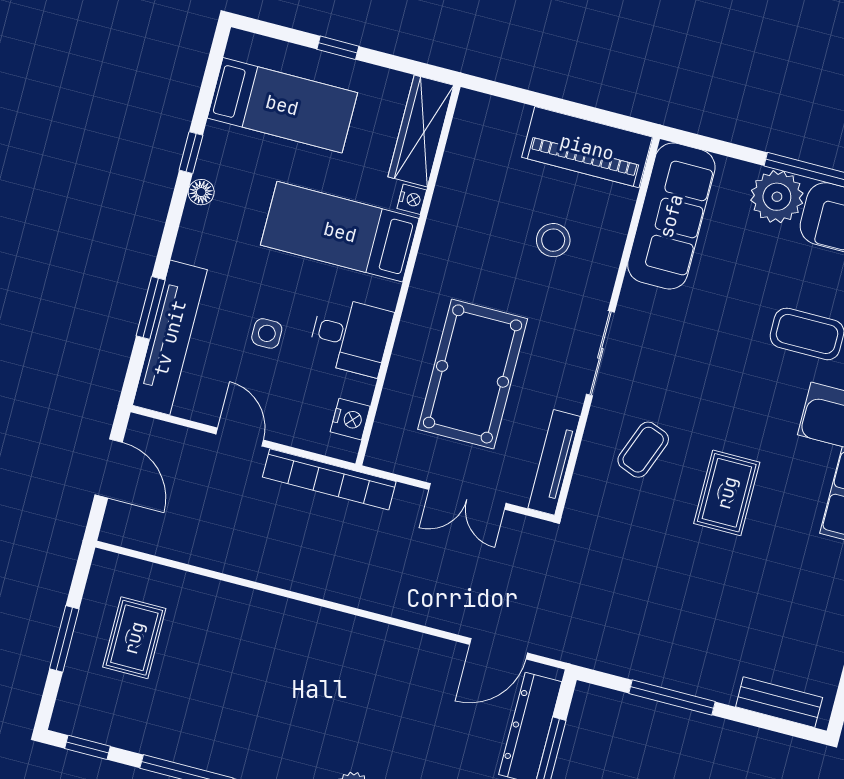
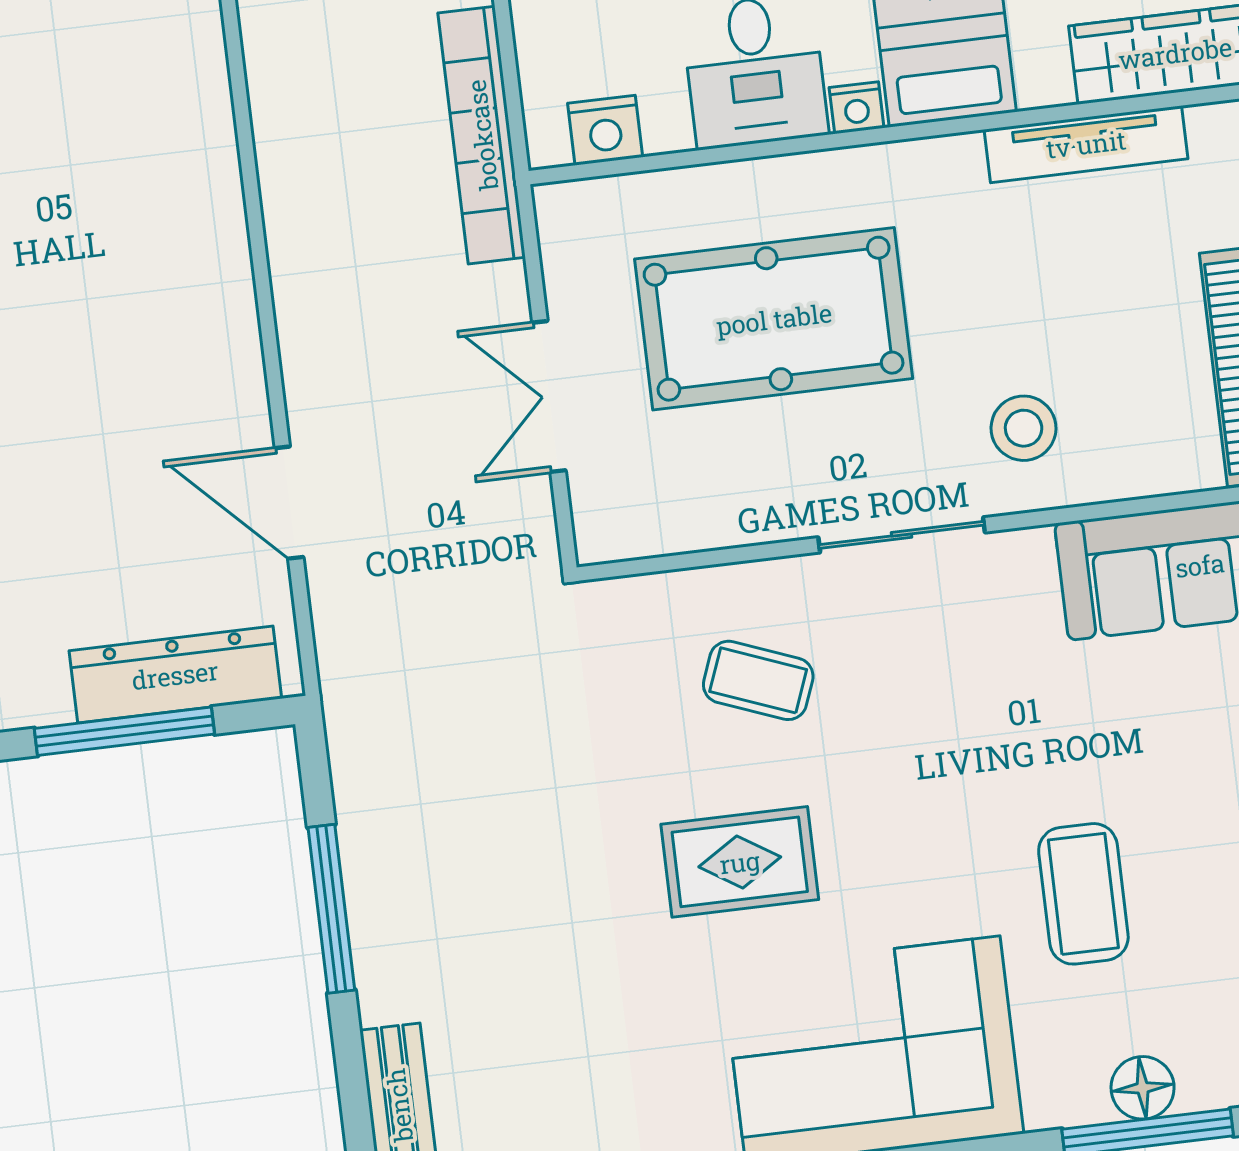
nightstand: (412, 199) -> (857, 108), moved
stool: (553, 240) -> (1024, 428), moved
tv unit: (554, 462) -> (1086, 144), moved, turned 180
door: (498, 649) -> (289, 503), moved

